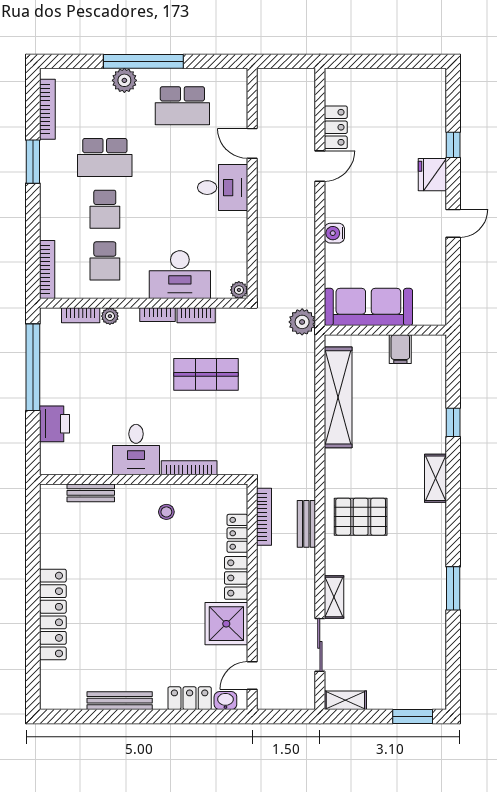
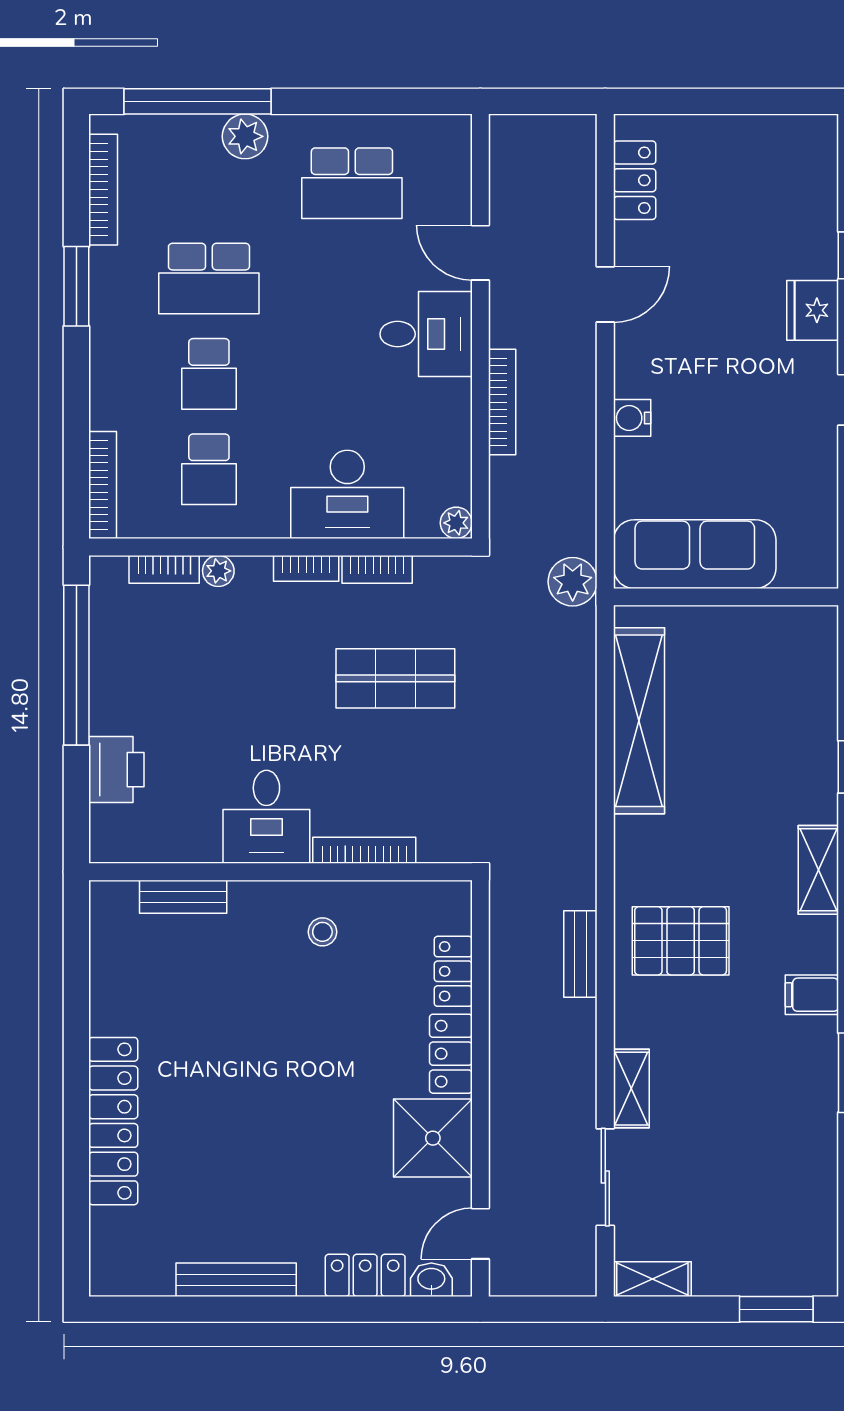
window: (143, 61) -> (198, 101), moved
locker: (336, 127) -> (635, 180), moved
filing cabinet: (400, 349) -> (812, 995), moved, turned 90
bookcase: (264, 517) -> (502, 402), moved

